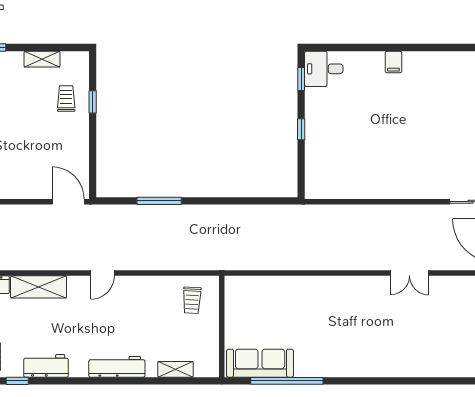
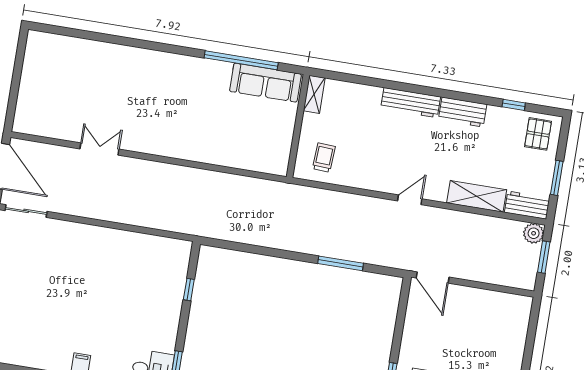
window: (301, 129) -> (189, 290), moved
workbench: (46, 366) -> (463, 112), moved
shelving: (175, 369) -> (314, 94), moved, turned 90

